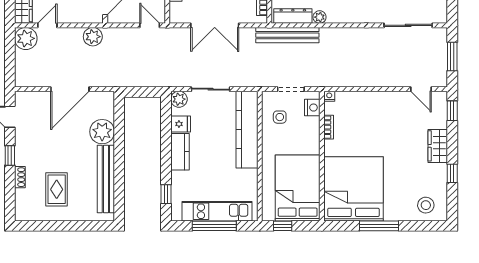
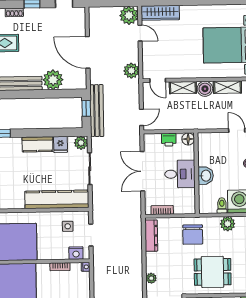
plant: (320, 17) -> (151, 278), moved
bench: (287, 35) -> (97, 111), moved
window: (137, 92) -> (86, 108), added

